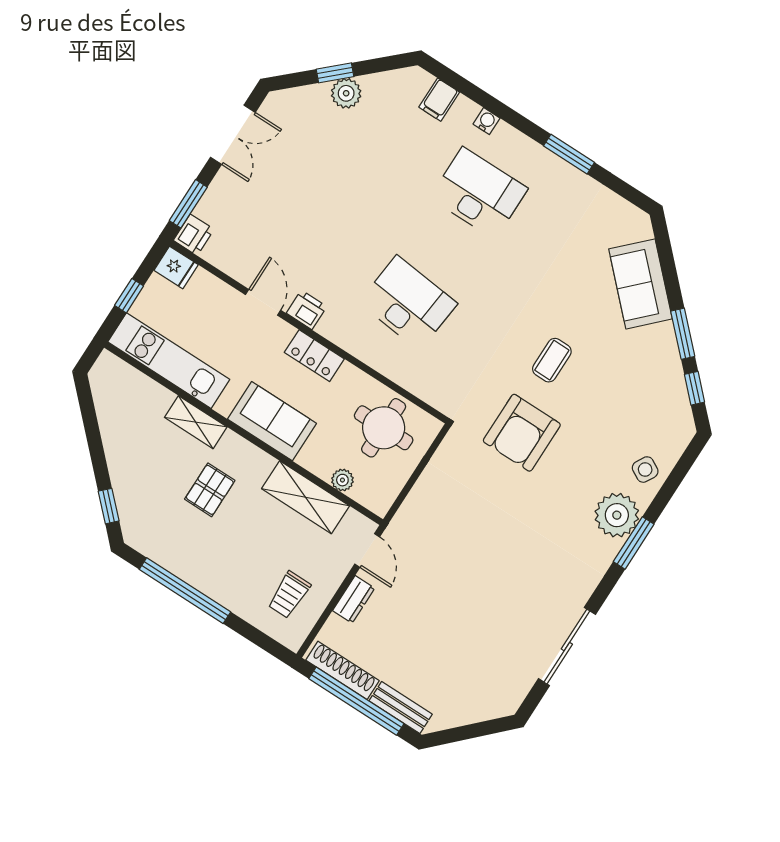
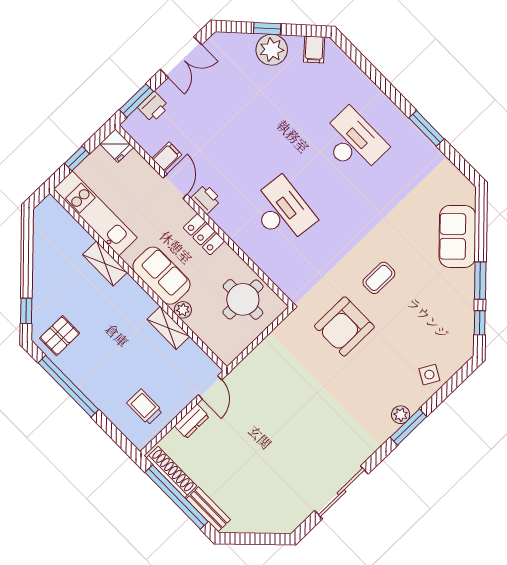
plant: (346, 93) -> (272, 50), width x1.36, depth x1.36
filing cabinet: (439, 100) -> (314, 49), moved, turned -43
water cooler: (487, 121) -> (371, 90), removed
printer: (194, 235) -> (153, 107), moved
filing cabinet: (244, 267) -> (167, 157), added
plant: (342, 480) -> (183, 310), moved
pallet: (210, 490) -> (60, 336), moved
shelving: (306, 497) -> (168, 328), width x0.67, depth x0.75
plant: (617, 515) -> (401, 415), width x0.53, depth x0.53
trolley: (289, 595) -> (145, 407), turned 90

